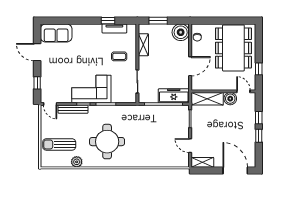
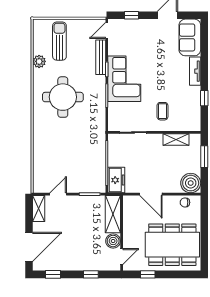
tv unit: (114, 28) -> (195, 71), moved
freezer: (174, 96) -> (116, 180), width x0.71
window: (259, 136) -> (53, 274), moved

